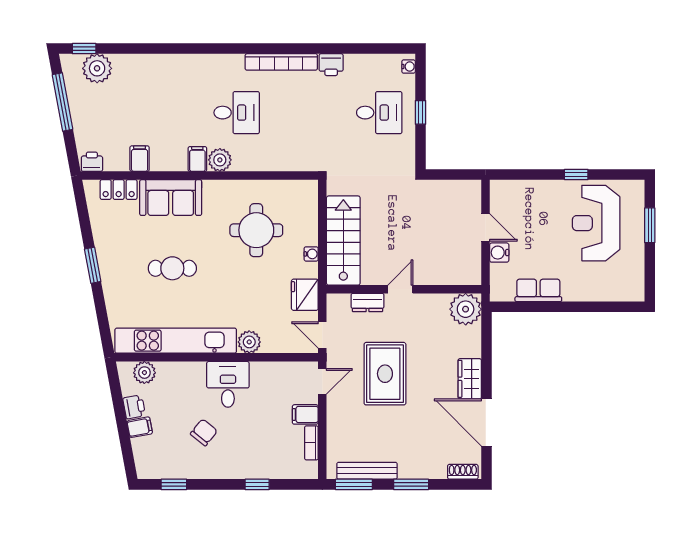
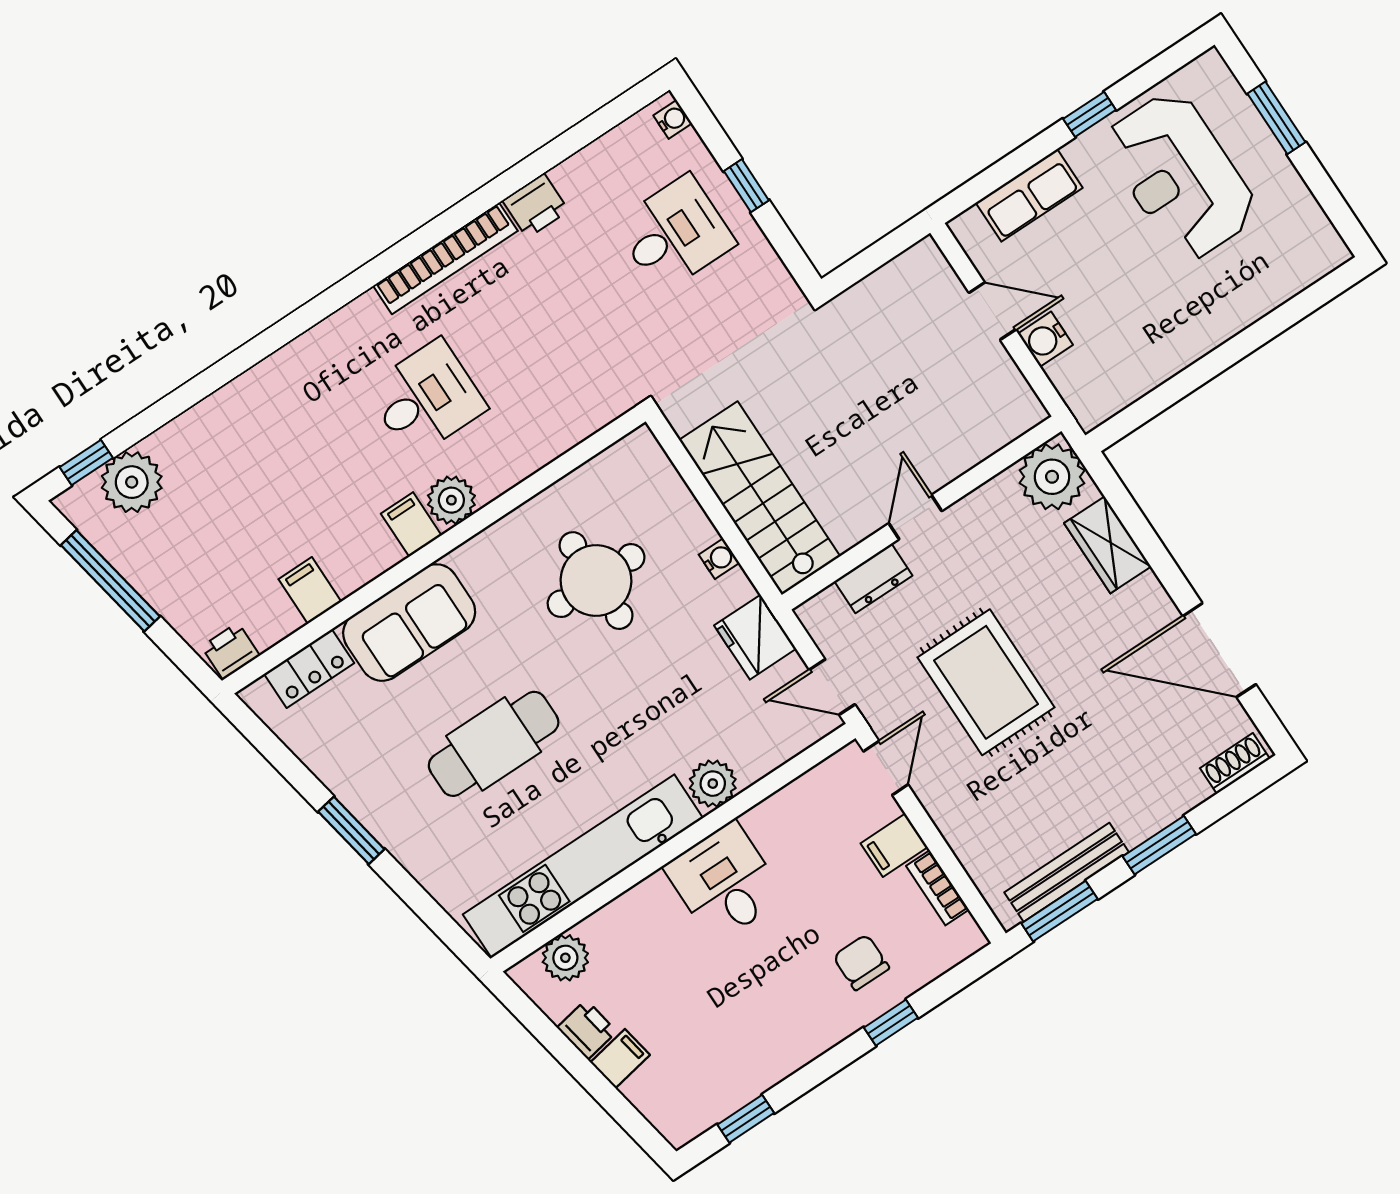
cafe table: (172, 268) -> (494, 744), width x1.37, depth x1.35
row of seats: (538, 290) -> (1029, 195), moved, turned 180
wardrobe: (470, 379) -> (1108, 545), moved
chair: (204, 432) -> (861, 962), moved, turned -39

